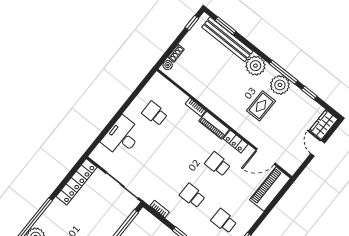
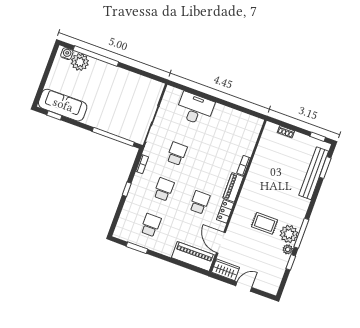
plant: (168, 65) -> (273, 128), removed
plant: (255, 66) -> (288, 249), moved, width x0.53, depth x0.53
school desk: (155, 114) -> (177, 154), moved
wardrobe: (324, 125) -> (225, 270), moved
locker: (77, 182) -> (141, 82), removed

